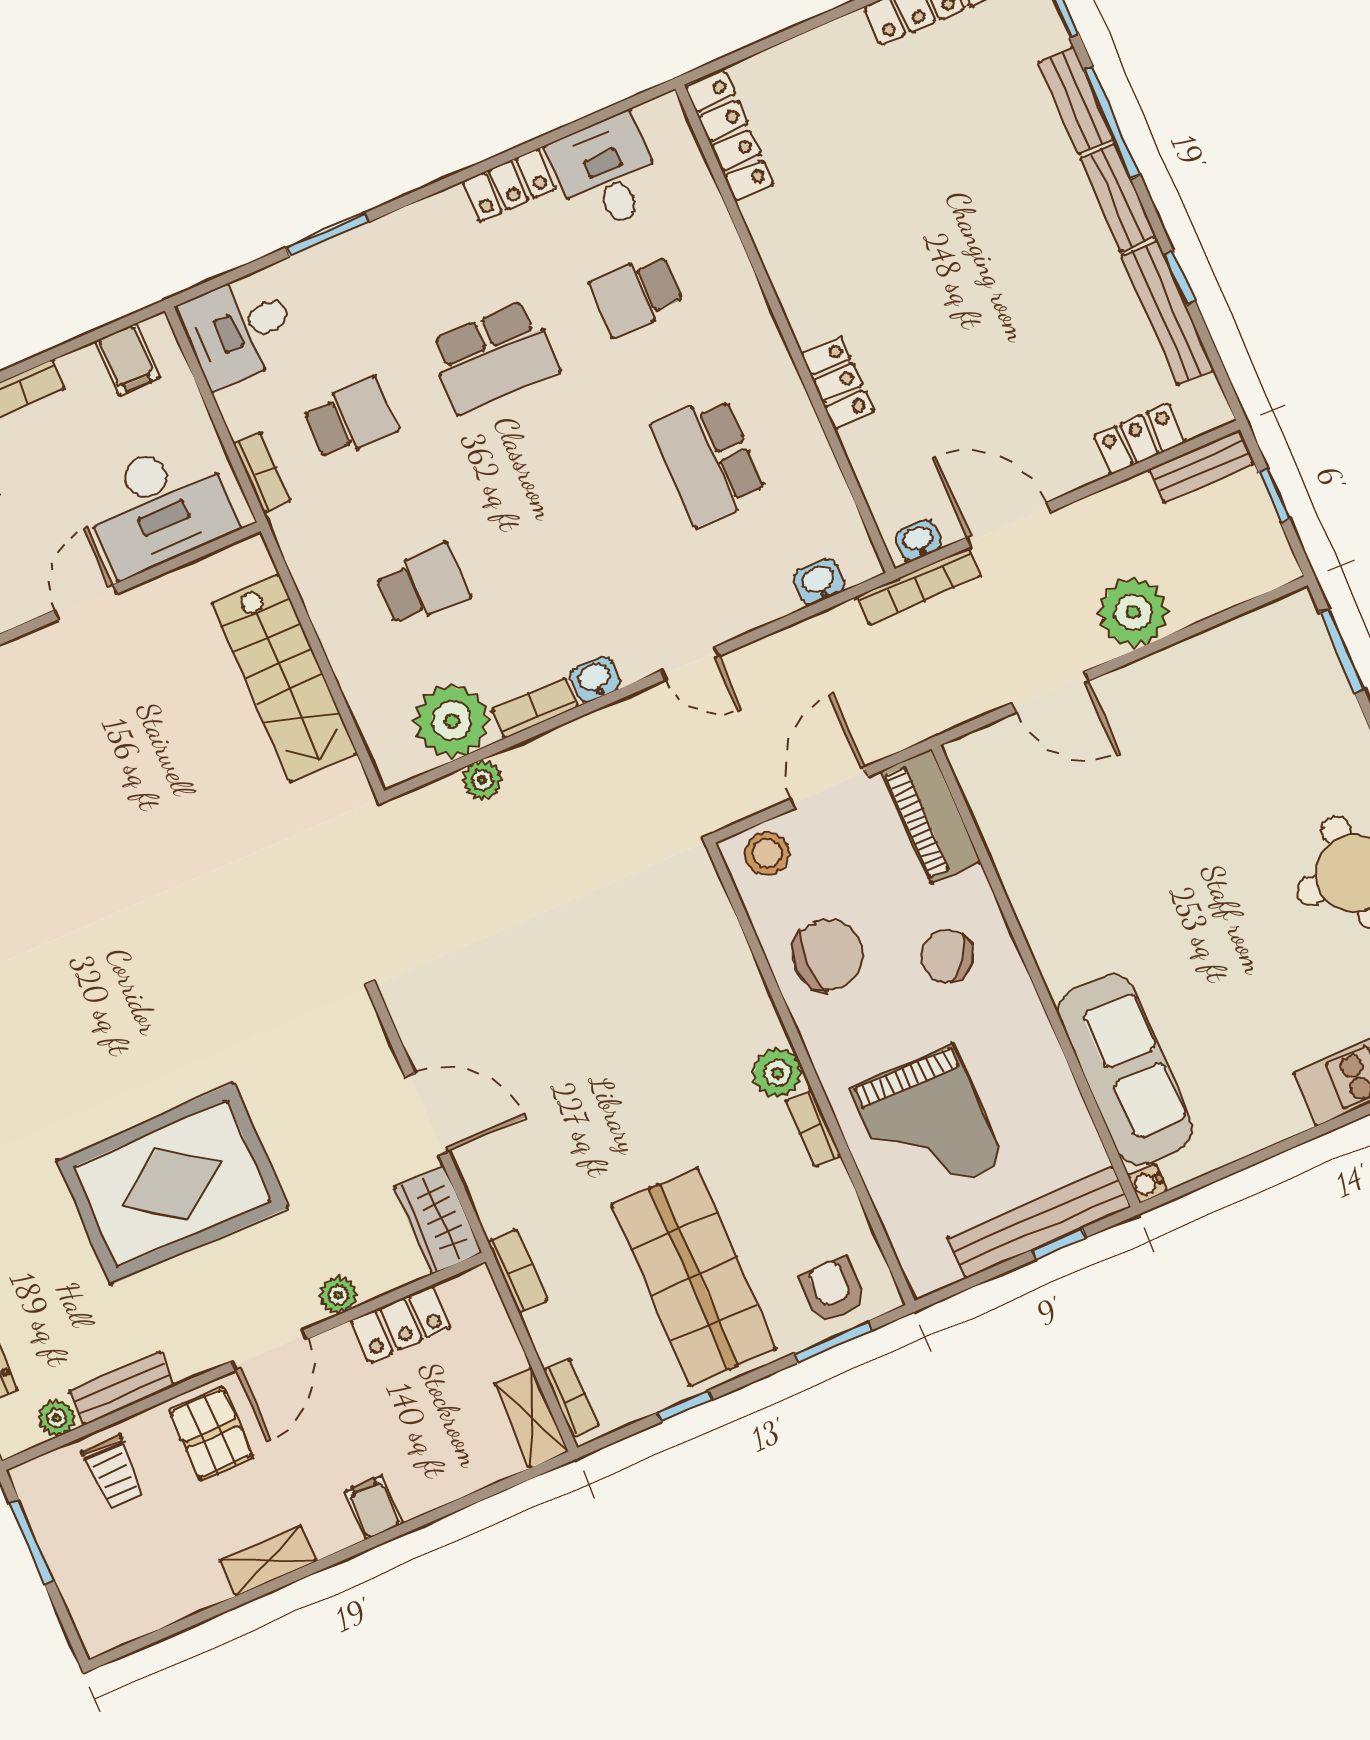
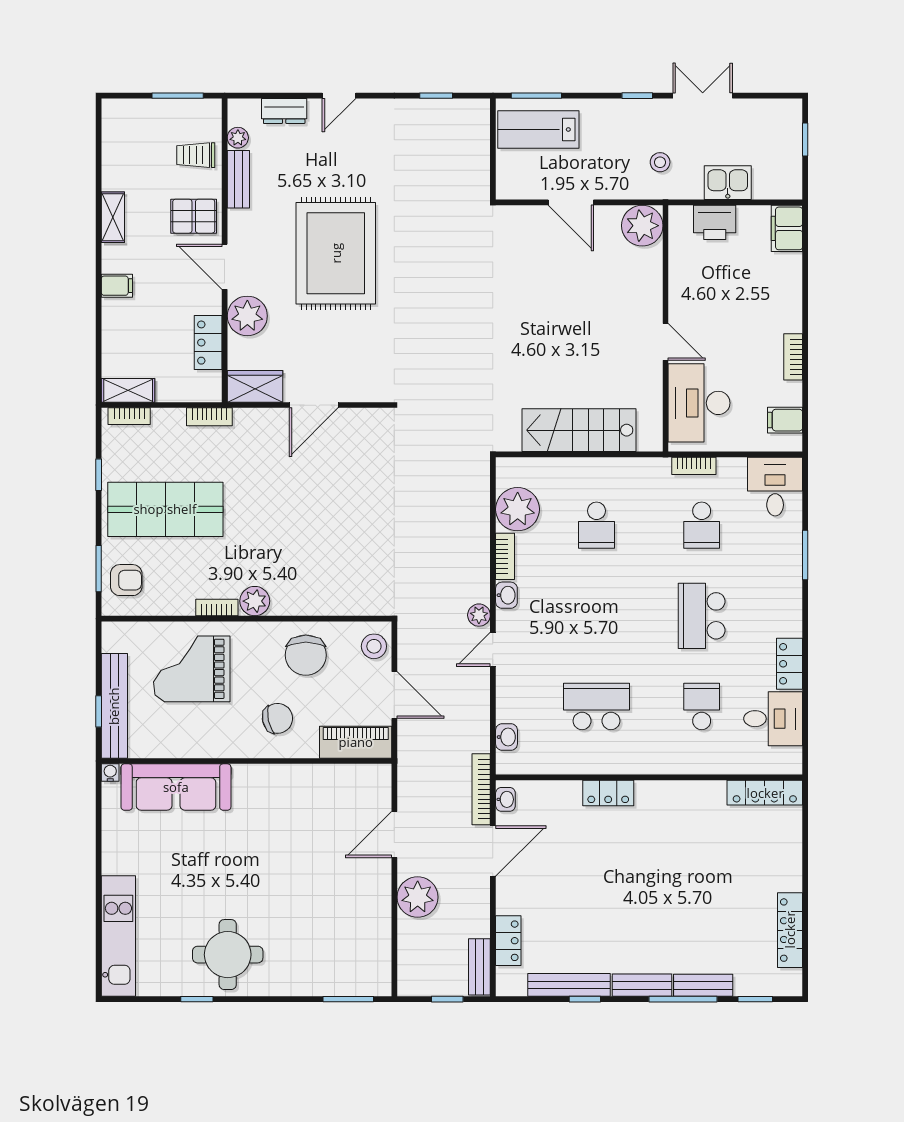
plant: (482, 780) -> (479, 615), moved
chair: (947, 956) -> (277, 718), turned 41
plant: (338, 1295) -> (247, 316), width x1.88, depth x1.88

